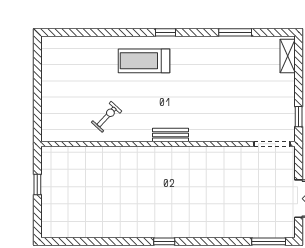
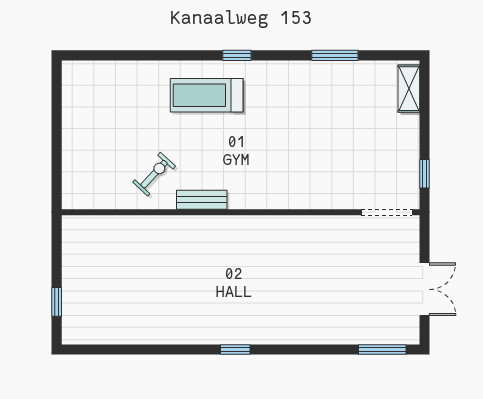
bench: (170, 135) -> (202, 200), moved
window: (37, 185) -> (57, 302), moved

